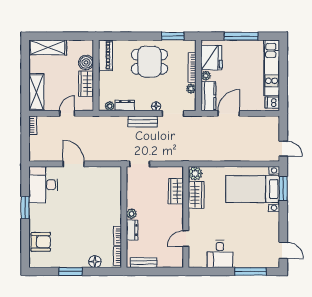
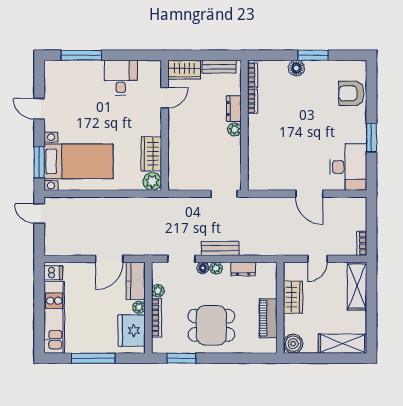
piano: (105, 55) -> (268, 318), moved
boiler: (86, 62) -> (293, 344), moved
plant: (110, 106) -> (216, 268), moved
wardrobe: (176, 191) -> (184, 70), moved, turned 90
door: (283, 250) -> (39, 109), moved
floor lamp: (95, 262) -> (296, 68), moved

